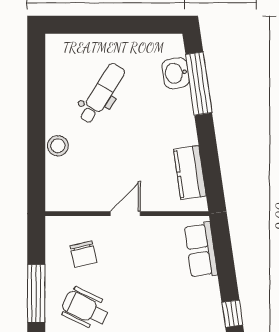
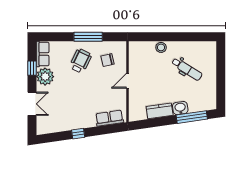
washbasin: (176, 73) -> (180, 108), moved
kitchen counter: (190, 173) -> (160, 111), moved
door: (125, 214) -> (128, 81), swing flipped

